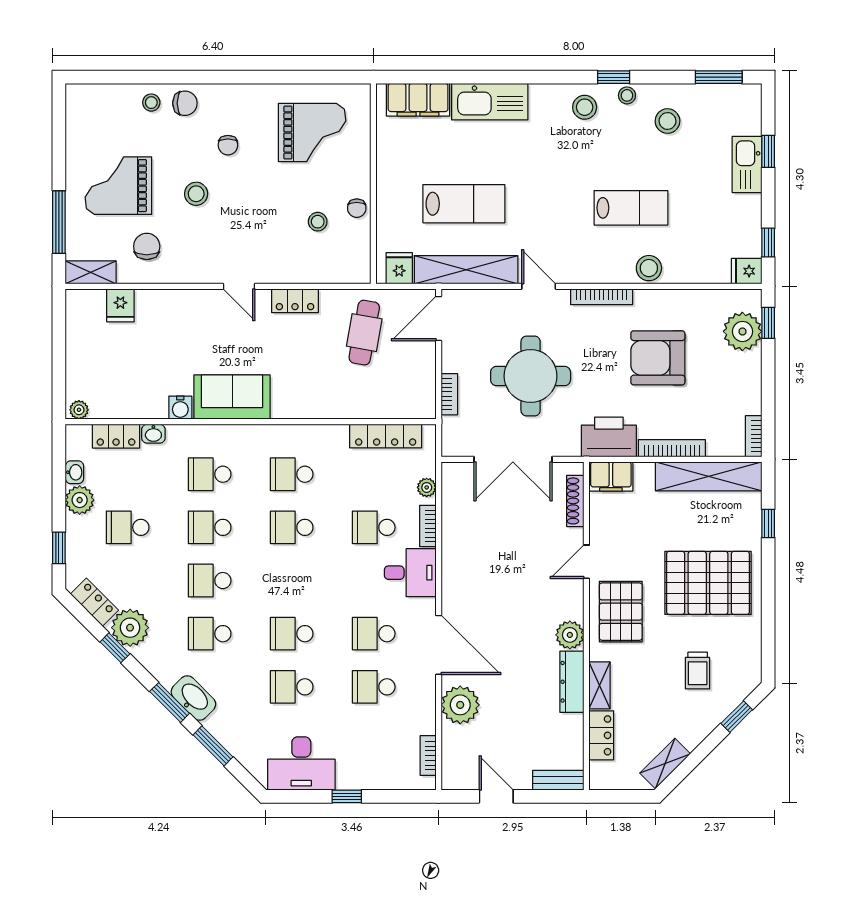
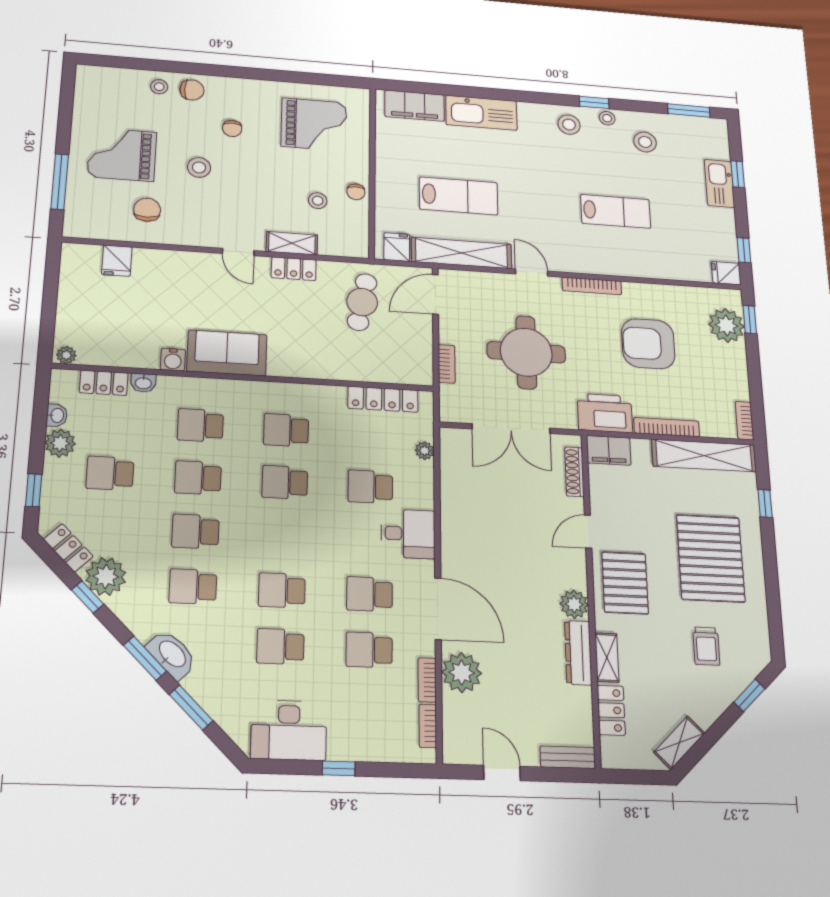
stool: (649, 268) -> (635, 264), removed
shelving: (91, 272) -> (292, 243), moved
bookcase: (428, 526) -> (427, 680), moved
pallet: (708, 583) -> (711, 558), turned 90

